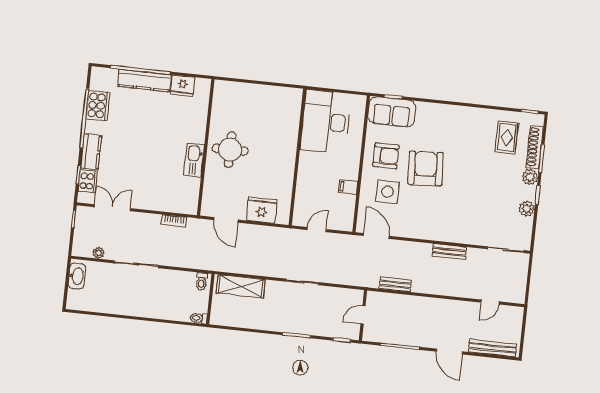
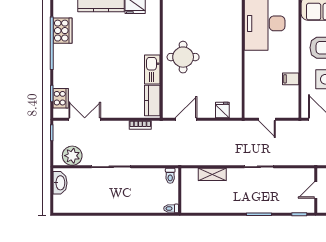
kitchen counter: (91, 152) -> (152, 101), moved, turned 180
fridge: (262, 210) -> (222, 110), width x0.53, depth x0.75
door: (226, 220) -> (186, 119), swing flipped
door: (317, 230) -> (267, 119), swing flipped
plant: (98, 253) -> (72, 156), width x1.88, depth x1.88
shelving: (241, 286) -> (212, 174), width x0.67, depth x0.75

